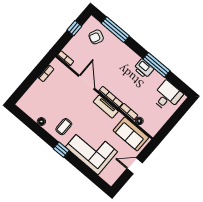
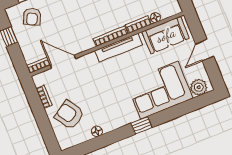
door: (86, 82) -> (63, 62), moved
armchair: (43, 97) -> (69, 115), added
tv unit: (106, 107) -> (119, 48), width x1.41
coffee table: (64, 127) -> (116, 108), removed
plant: (107, 175) -> (199, 87), added

